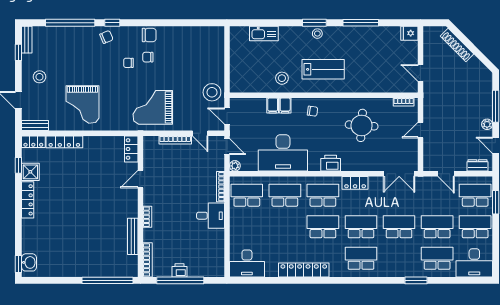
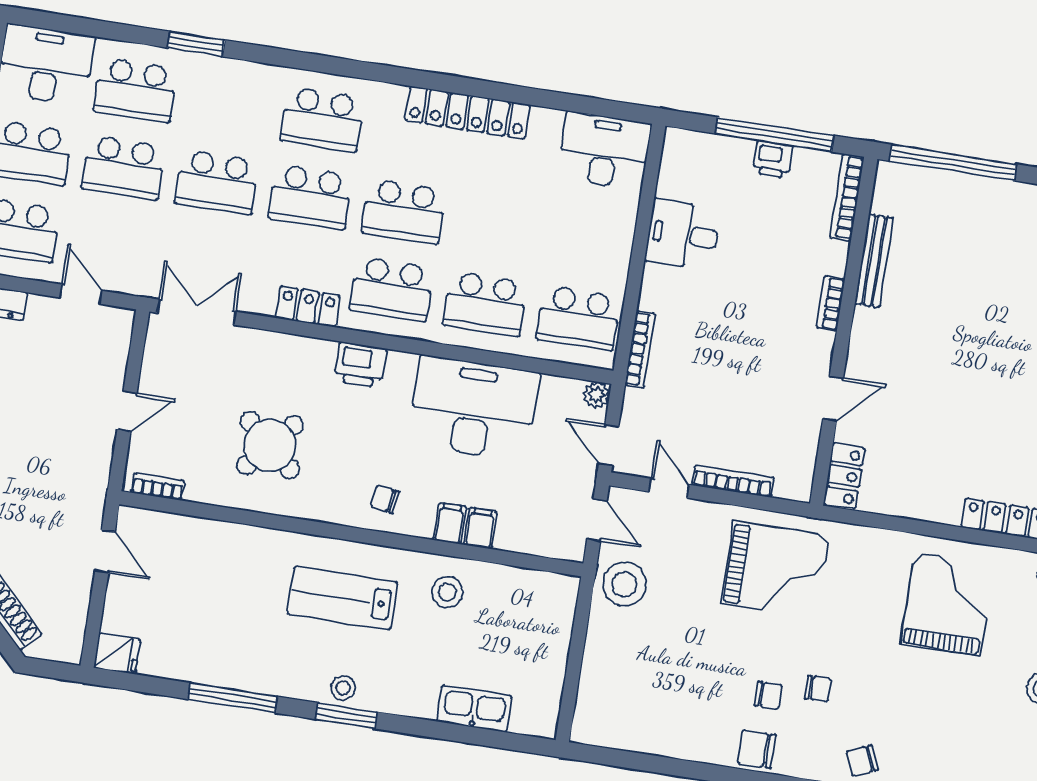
round table: (362, 125) -> (270, 445), turned 37
desk: (211, 216) -> (683, 235), moved

